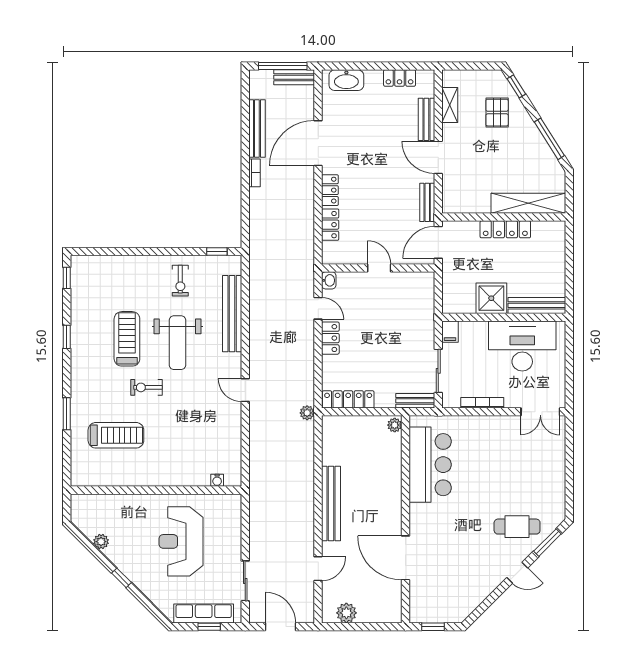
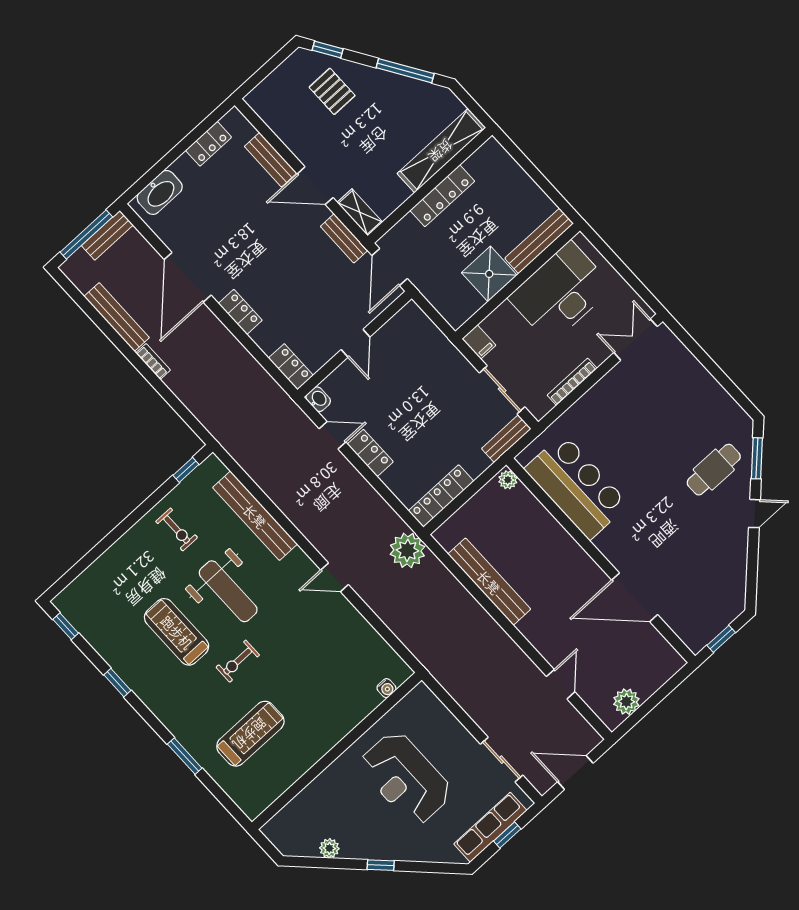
shelving: (450, 105) -> (360, 212), moved
locker: (330, 225) -> (291, 367), moved
door: (379, 268) -> (355, 343), swing flipped
double door: (540, 412) -> (636, 340), swing flipped
plant: (307, 413) -> (407, 550), width x1.88, depth x1.88
bench: (331, 503) -> (489, 582), moved

